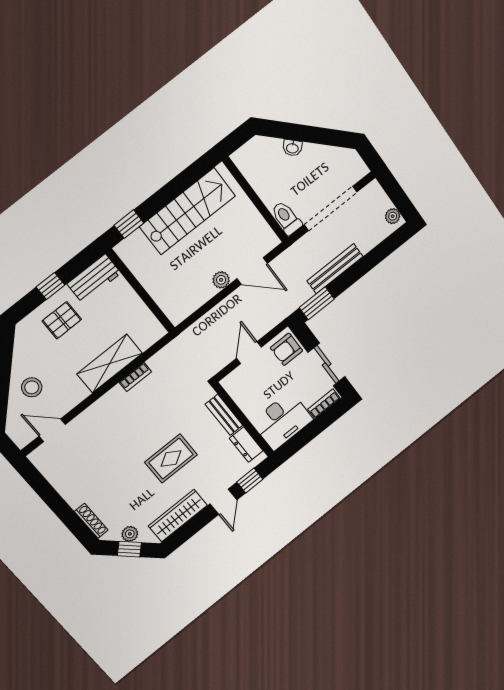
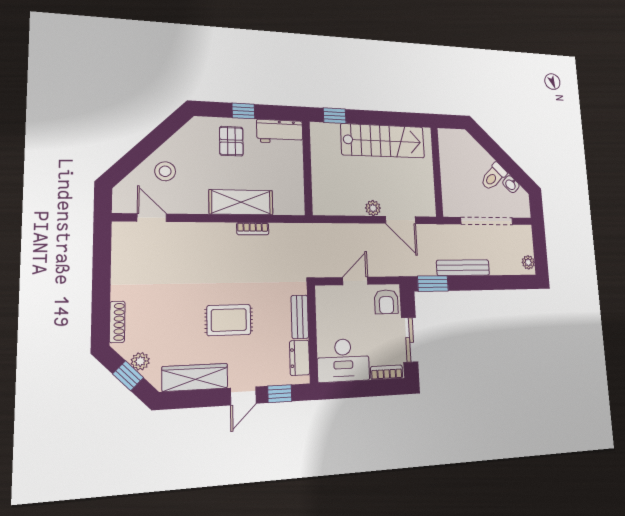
washbasin: (292, 148) -> (511, 184), moved
toilet: (286, 218) -> (494, 176), moved, turned -135
pallet: (62, 320) -> (231, 141), turned 90
armchair: (286, 349) -> (386, 302), turned -90

